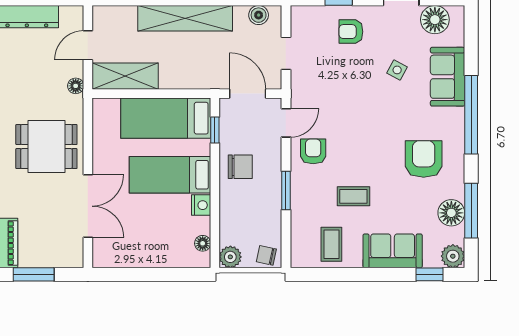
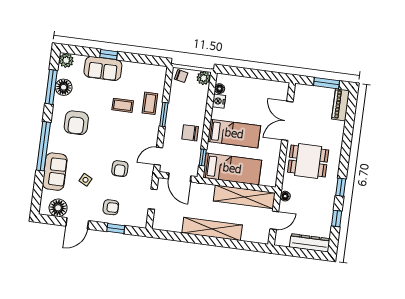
boiler: (259, 15) -> (166, 225), removed
shelving: (125, 76) -> (244, 197), width x1.47
armchair: (313, 151) -> (120, 169), moved
nightstand: (201, 205) -> (219, 101), moved
coffee table: (331, 244) -> (150, 103), moved
window: (429, 274) -> (109, 54), moved

